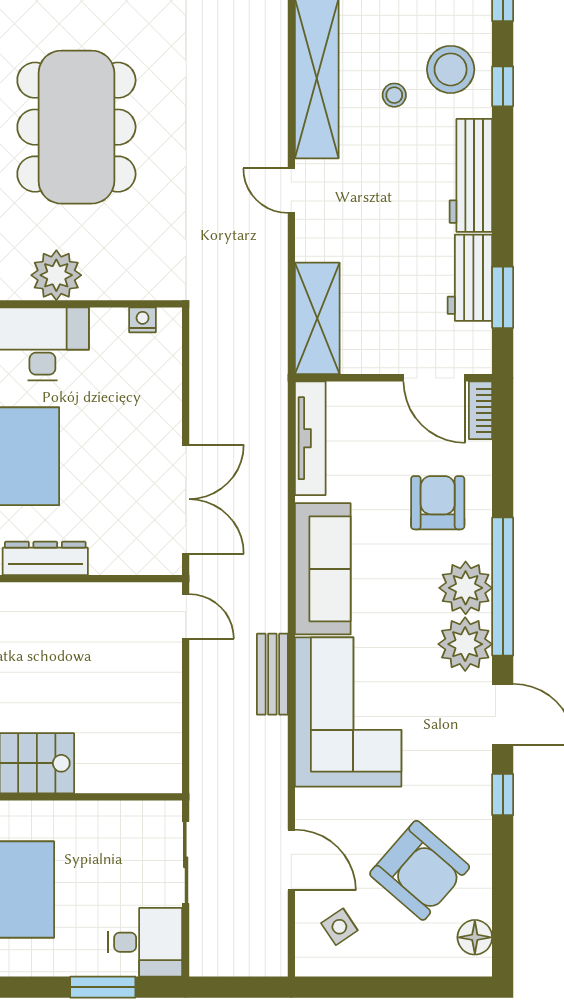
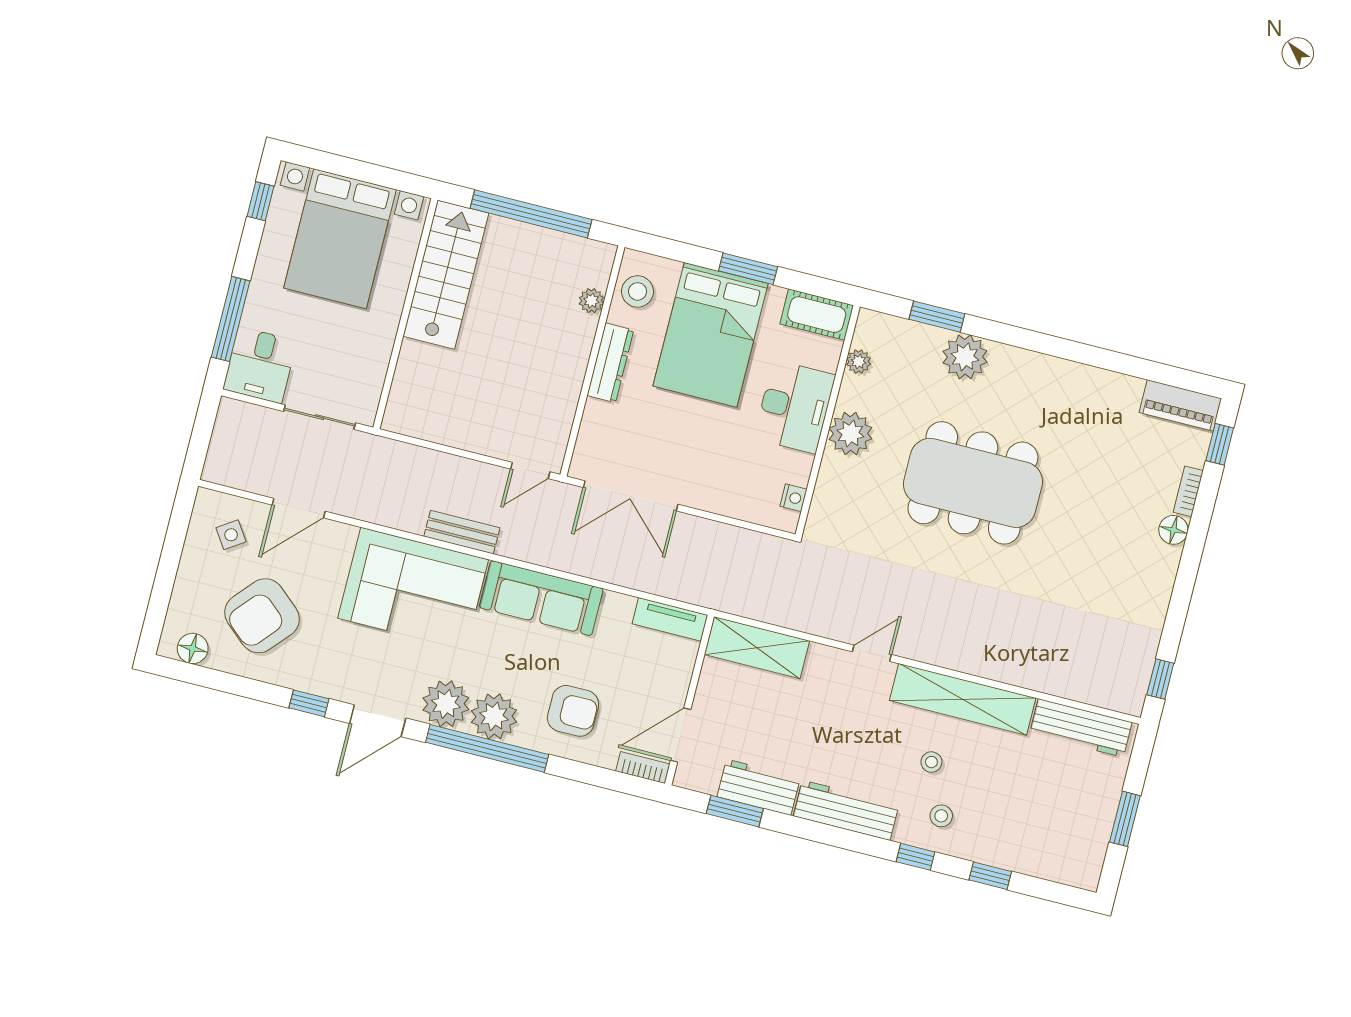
stool: (451, 69) -> (941, 816), width x0.53, depth x0.53
tv unit: (310, 438) -> (670, 619), width x0.71
window: (103, 987) -> (231, 319), width x1.44

